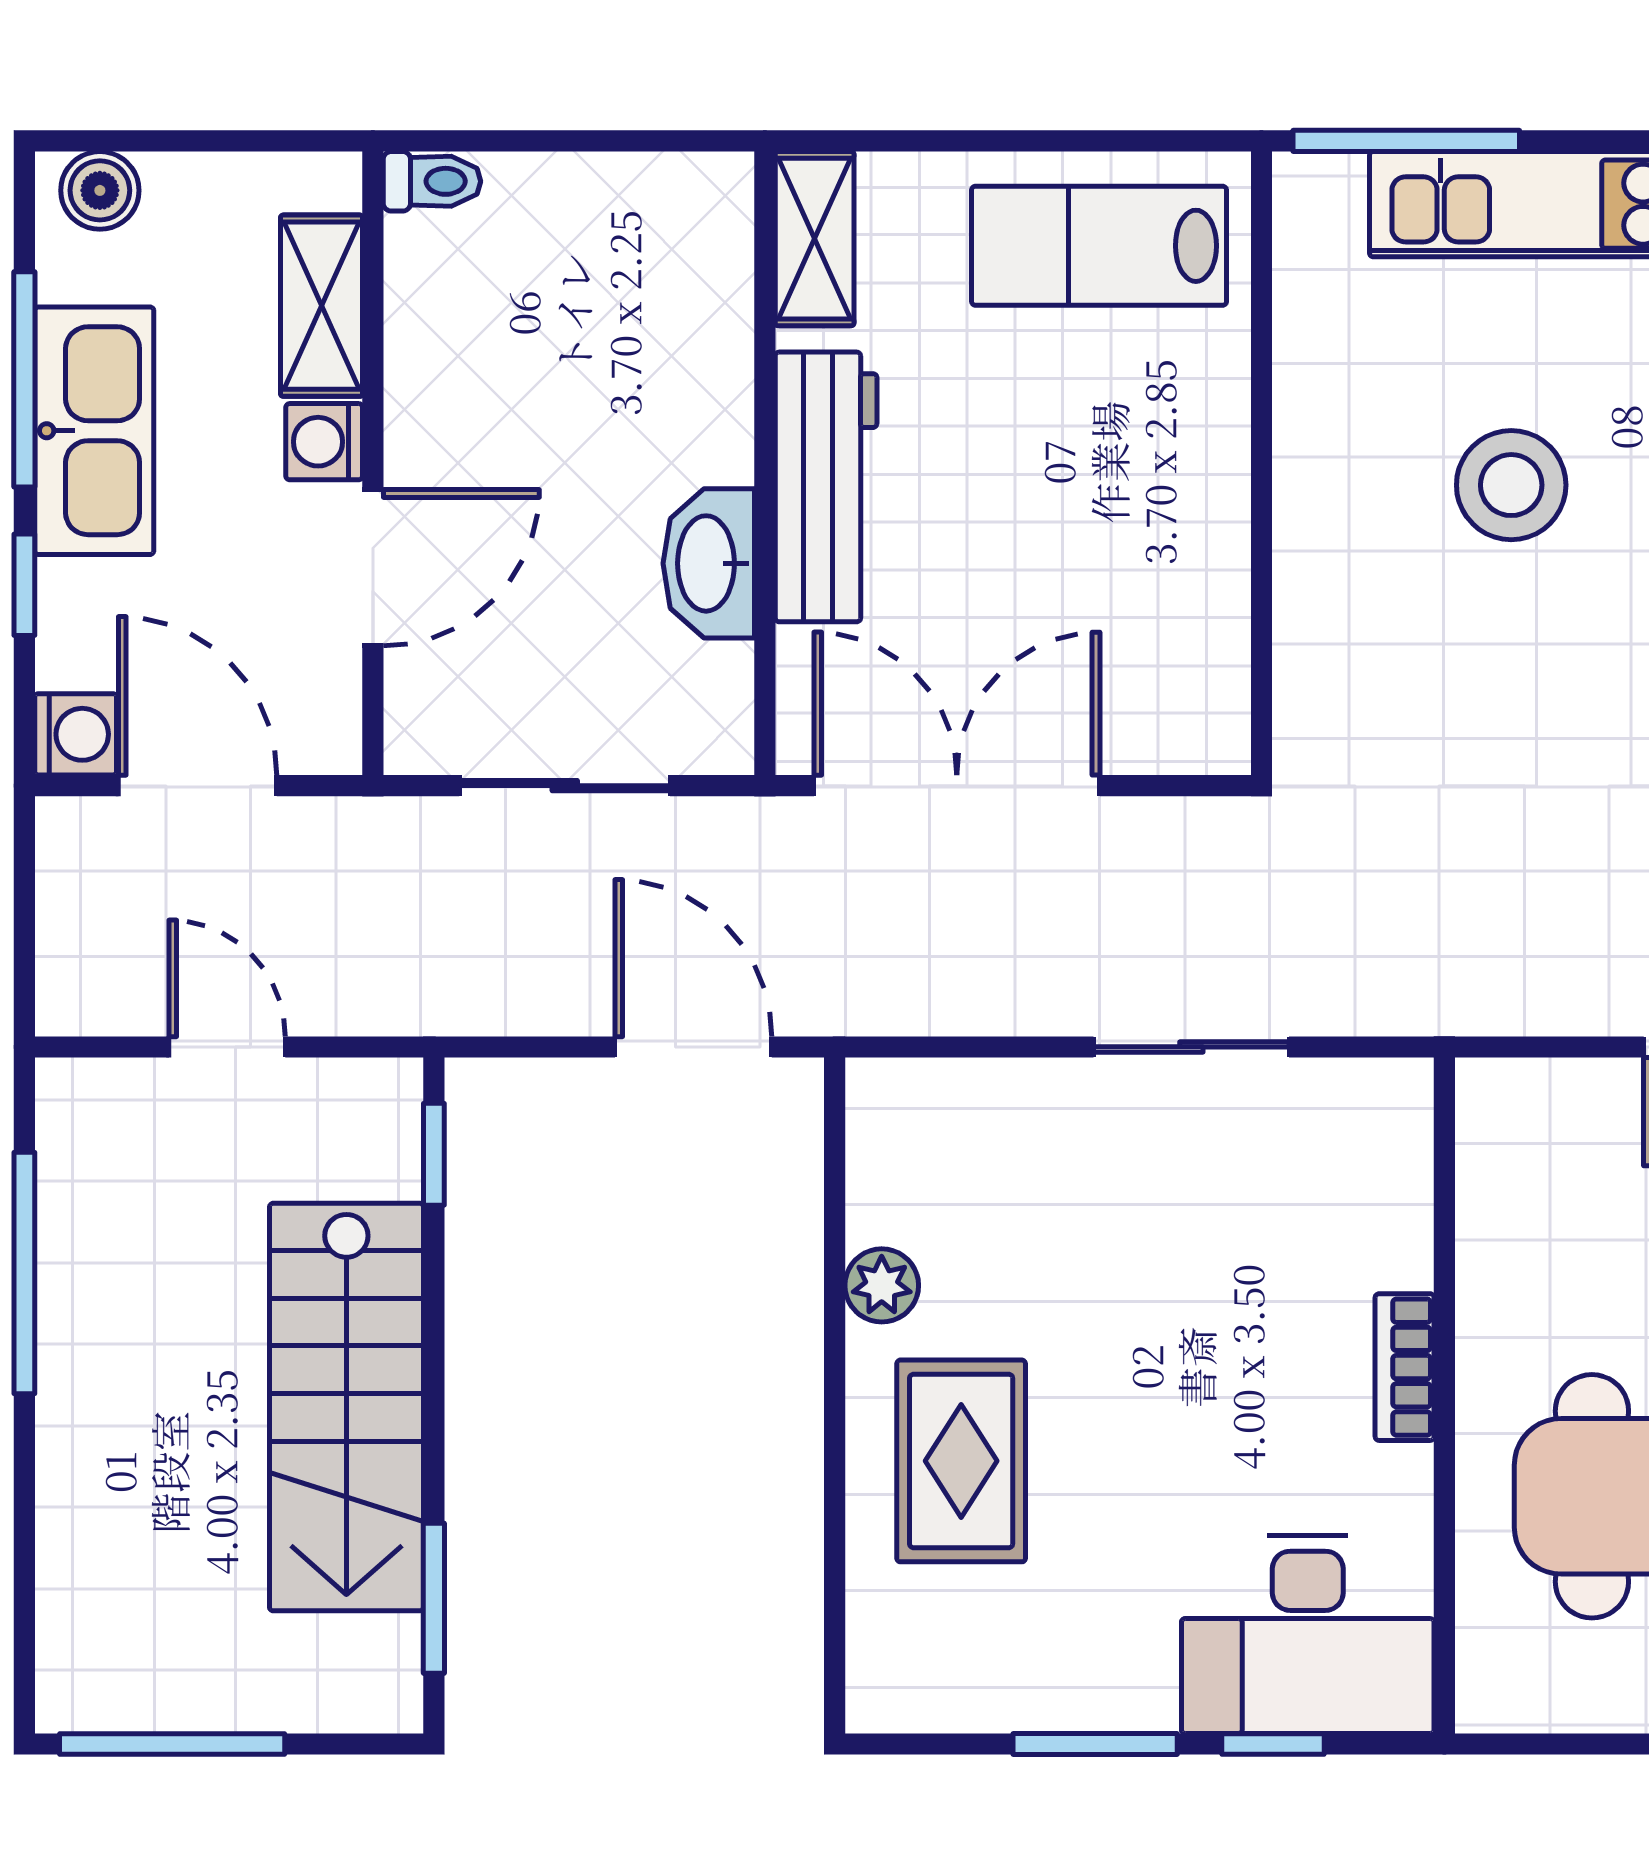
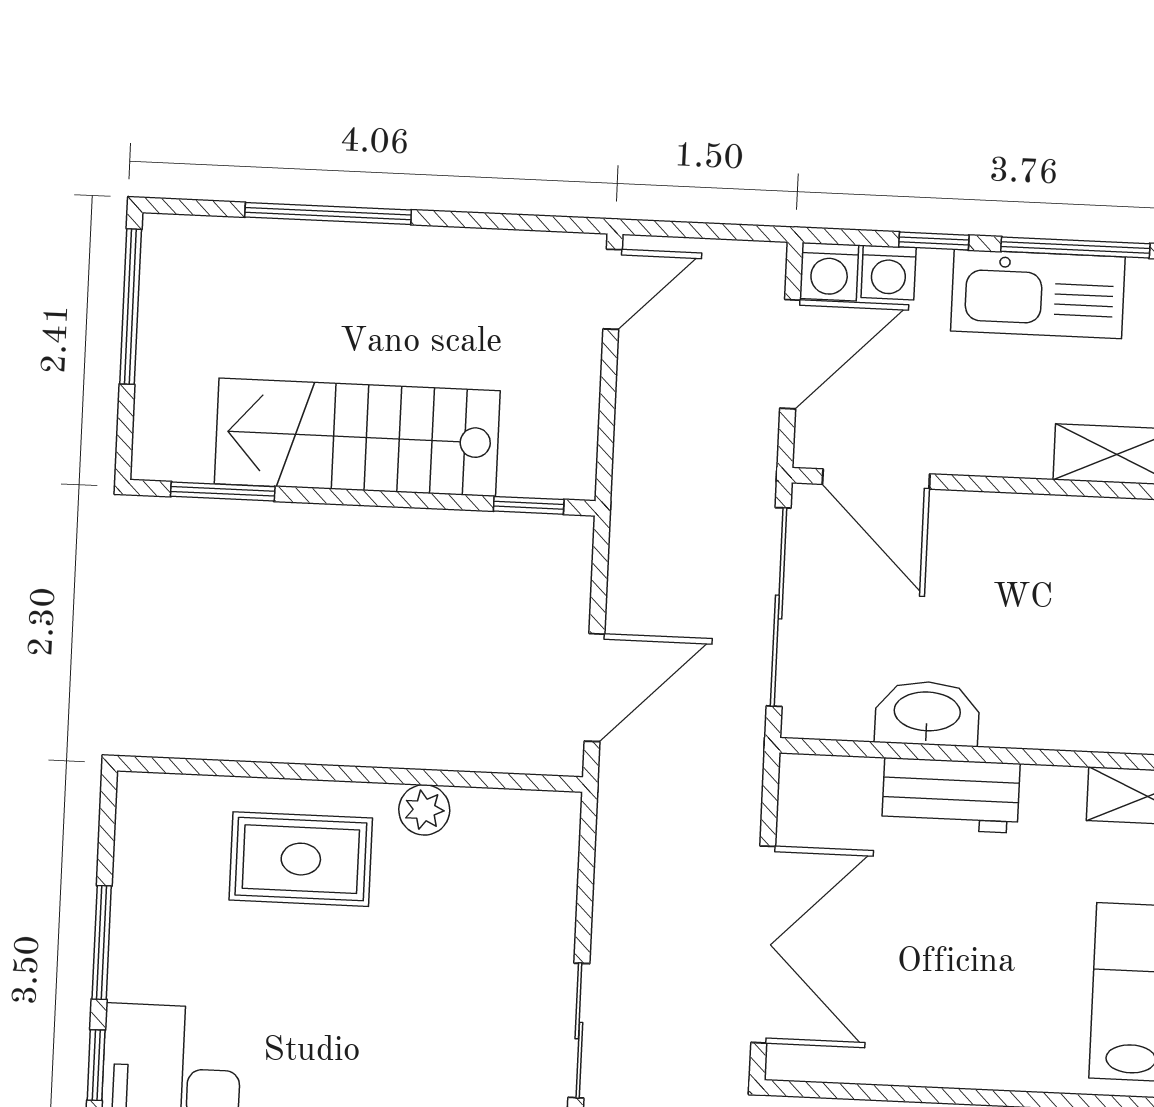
washing machine: (324, 442) -> (889, 273), moved, turned 180
workbench: (826, 487) -> (951, 795), width x0.73
door: (373, 568) -> (876, 479), moved
sliding door: (565, 786) -> (779, 607), width x1.37
double door: (957, 786) -> (763, 944), moved
door: (227, 1047) -> (613, 289), moved
window: (24, 1273) -> (328, 214), moved

